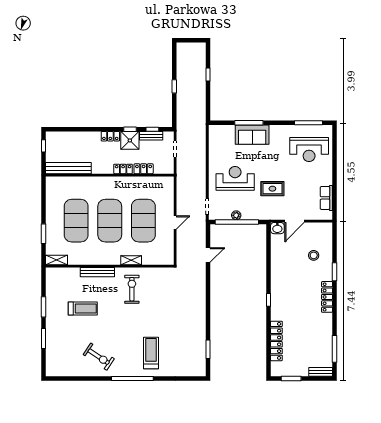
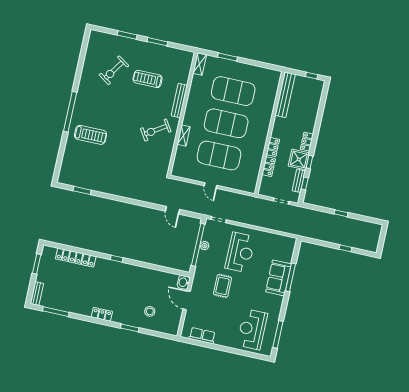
exercise bike: (132, 289) -> (156, 130), turned 147
locker: (327, 297) -> (102, 314), width x0.66
treadmill: (83, 308) -> (148, 79), turned 90
exercise bike: (99, 357) -> (114, 70), moved

